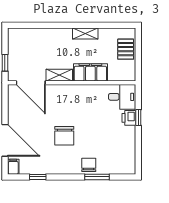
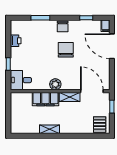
pallet: (126, 49) -> (100, 125), moved
plant: (78, 91) -> (55, 84), added
printer: (129, 118) -> (16, 41), moved
chair: (89, 165) -> (63, 26), moved

